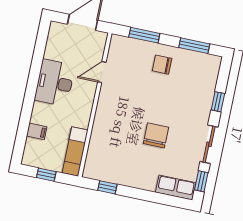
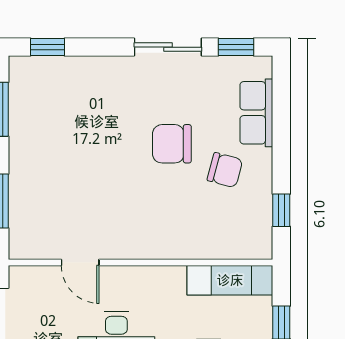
chair: (162, 65) -> (225, 170), moved, turned -75
window: (218, 102) -> (47, 47), moved
row of seats: (176, 188) -> (256, 113), moved

